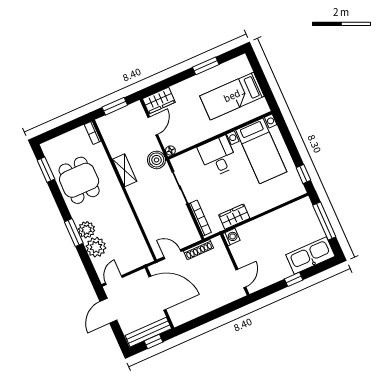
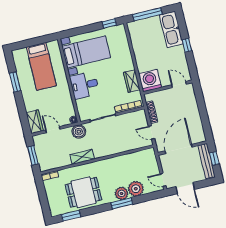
washing machine: (231, 237) -> (150, 81), width x1.89, depth x1.89
door: (172, 254) -> (152, 132), hinge flipped

